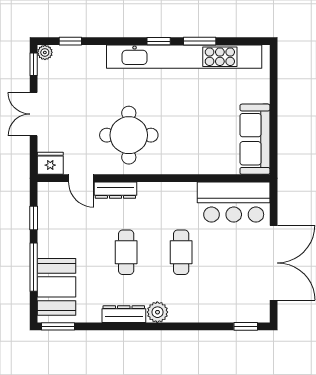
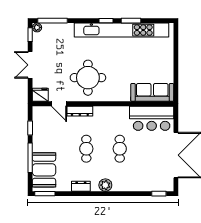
window: (70, 41) -> (52, 21), width x2.17
sofa: (255, 139) -> (152, 92), moved, turned 90
dresser: (124, 314) -> (81, 186), width x0.70

